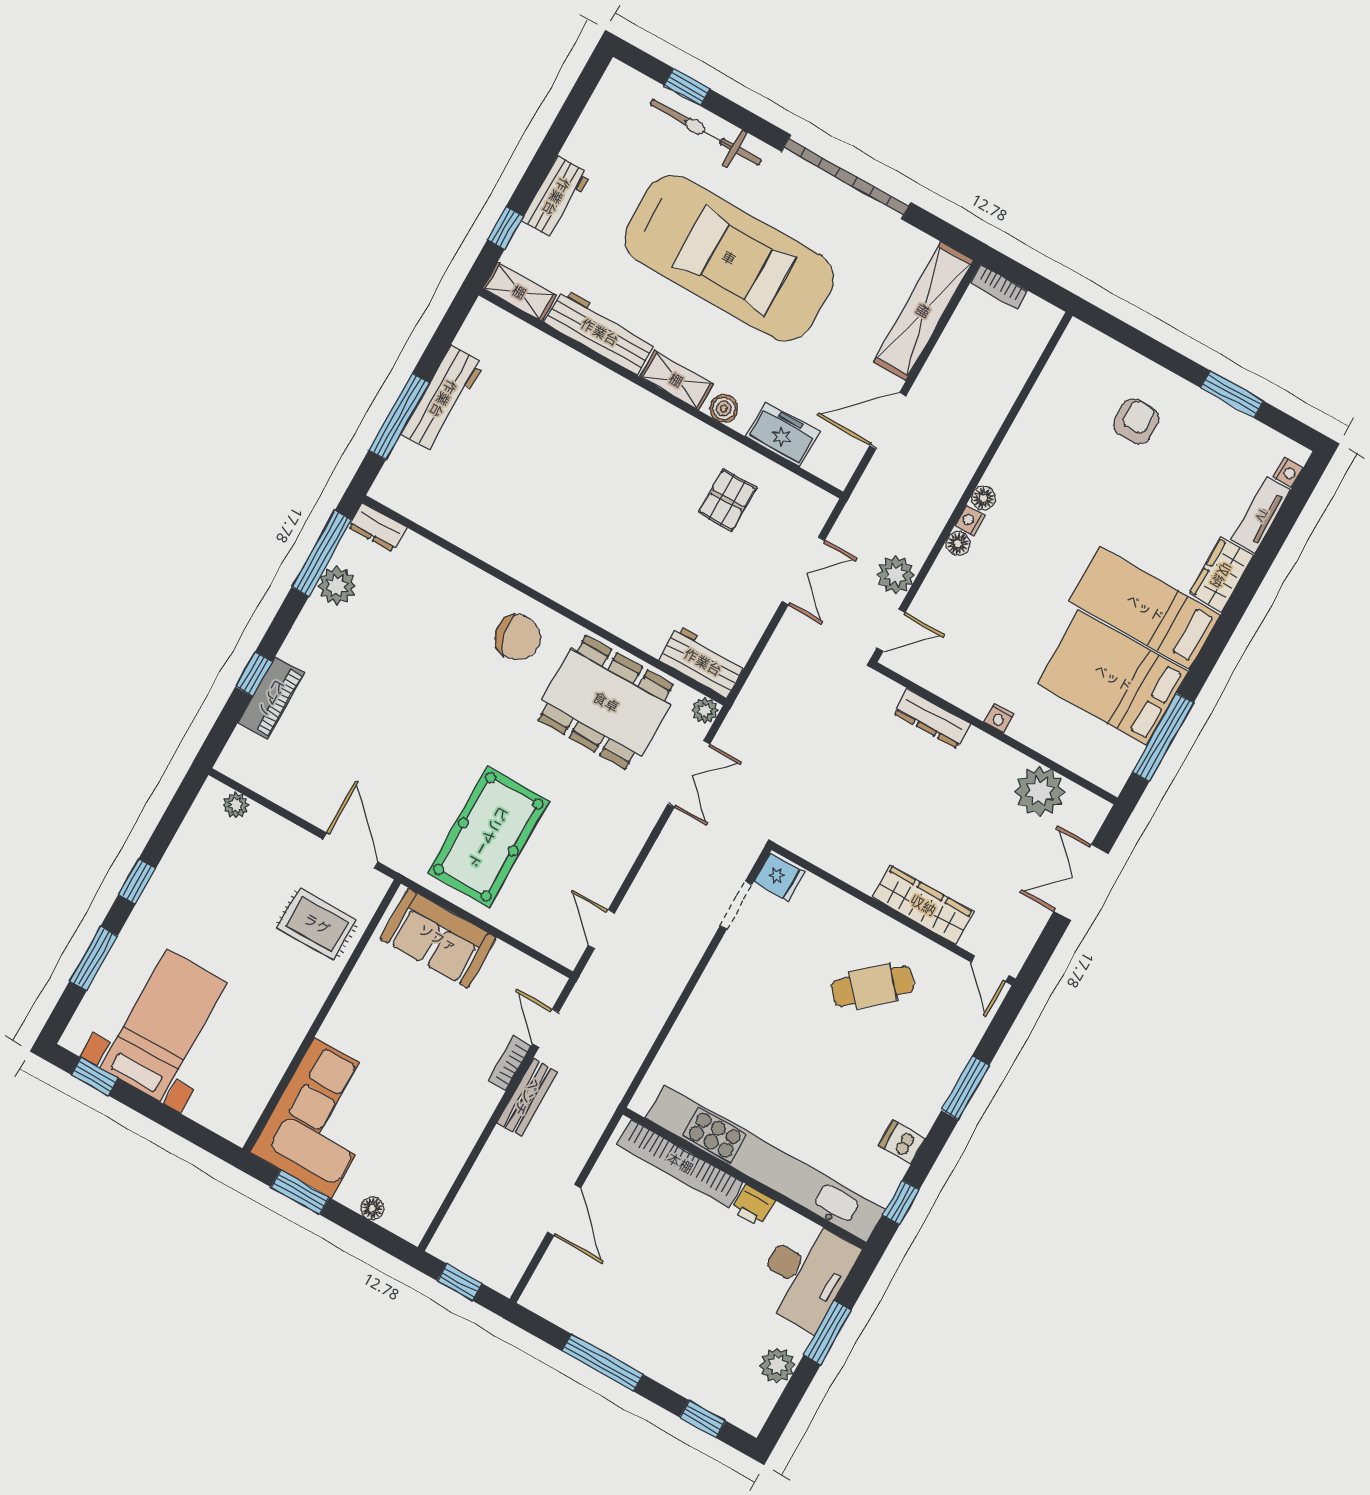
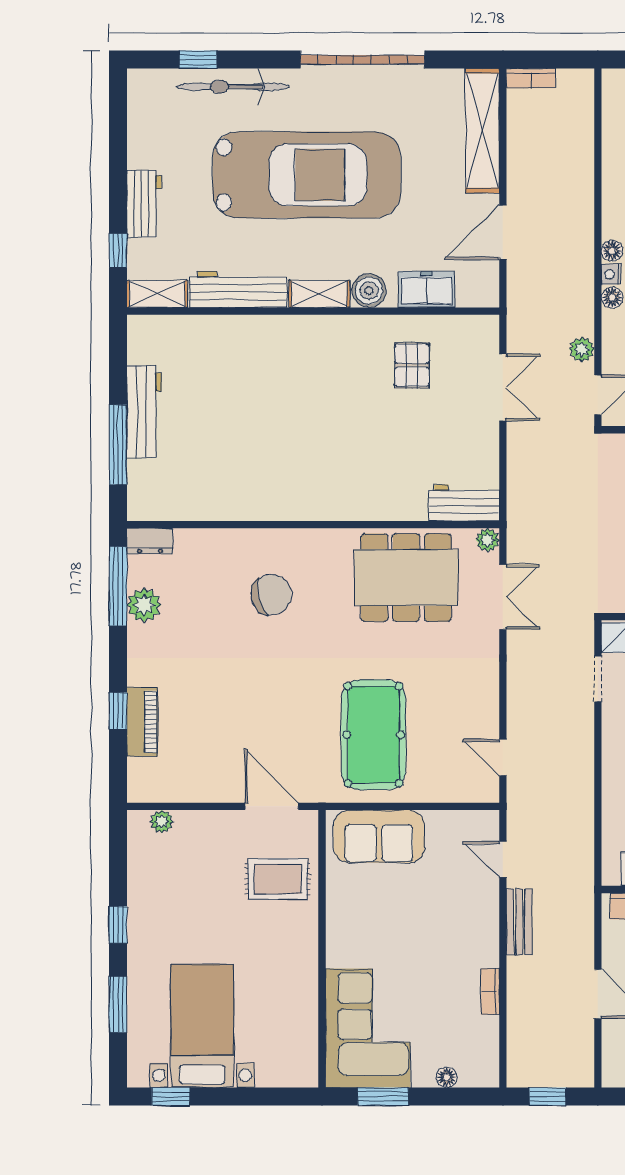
boiler: (724, 408) -> (369, 291), width x1.36, depth x1.36
plant: (896, 575) -> (582, 349), width x0.73, depth x0.73
chair: (518, 637) -> (271, 595), moved
bookcase: (510, 1063) -> (490, 992), moved

